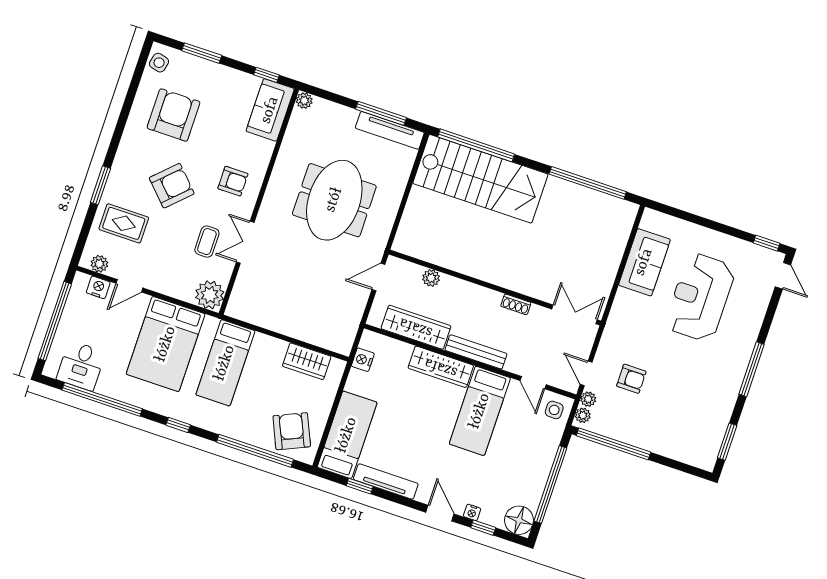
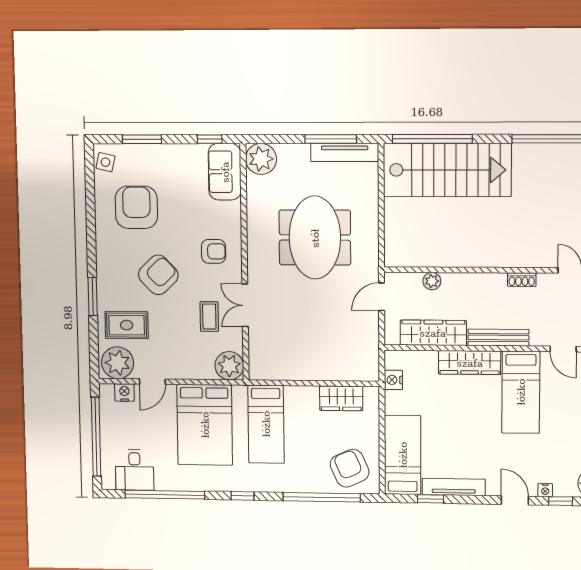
plant: (304, 101) -> (261, 159), width x1.87, depth x1.87
plant: (99, 264) -> (118, 363), width x1.87, depth x1.87

